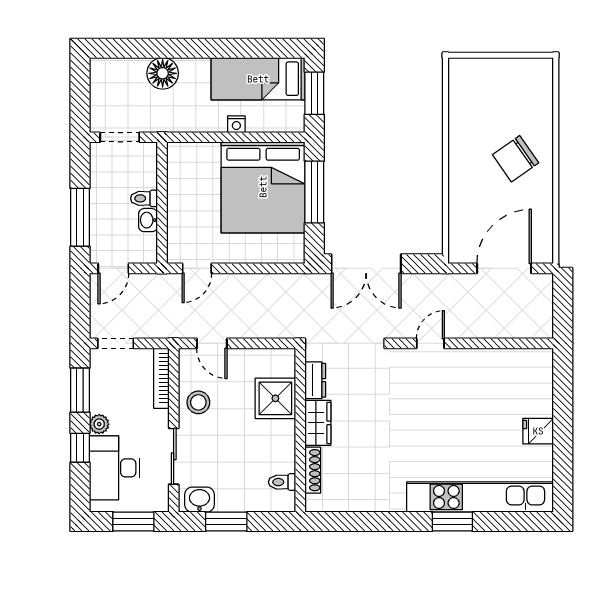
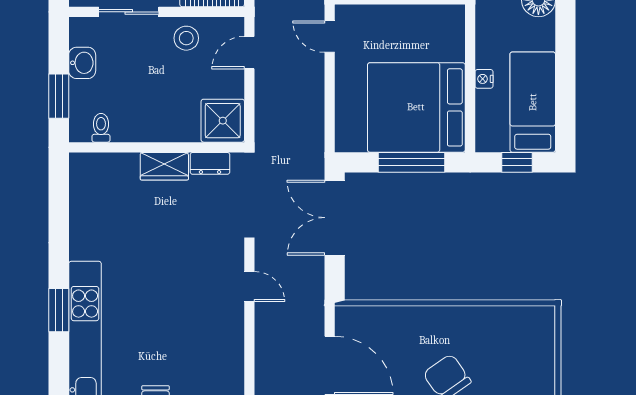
window: (314, 93) -> (517, 162), width x0.67
shower: (275, 398) -> (223, 121), moved
shoe rack: (313, 470) -> (114, 161), removed
washbasin: (200, 500) -> (82, 63), moved
window: (226, 521) -> (59, 96), moved

